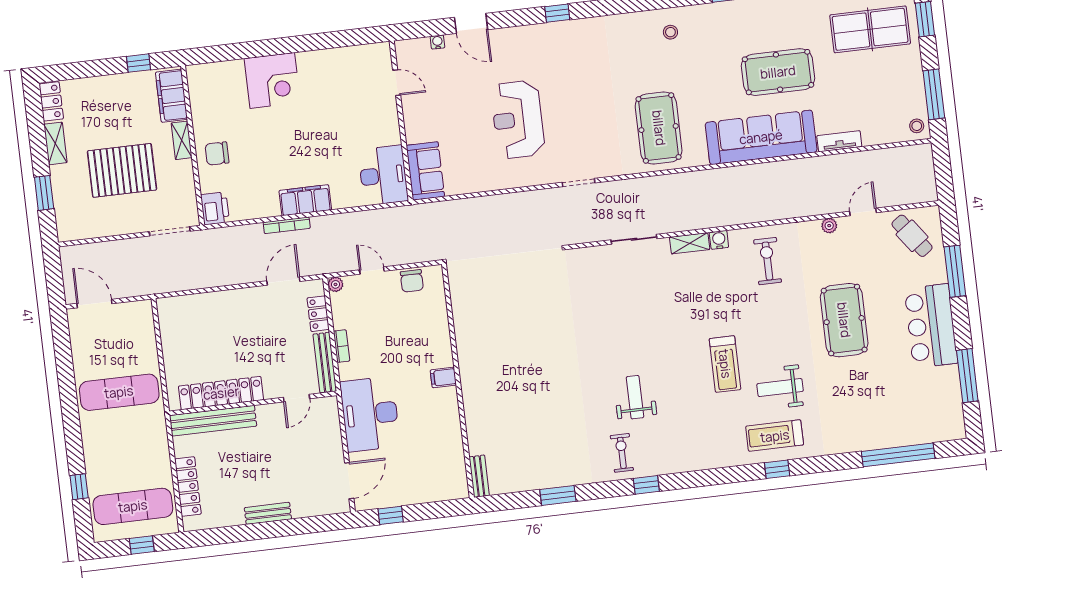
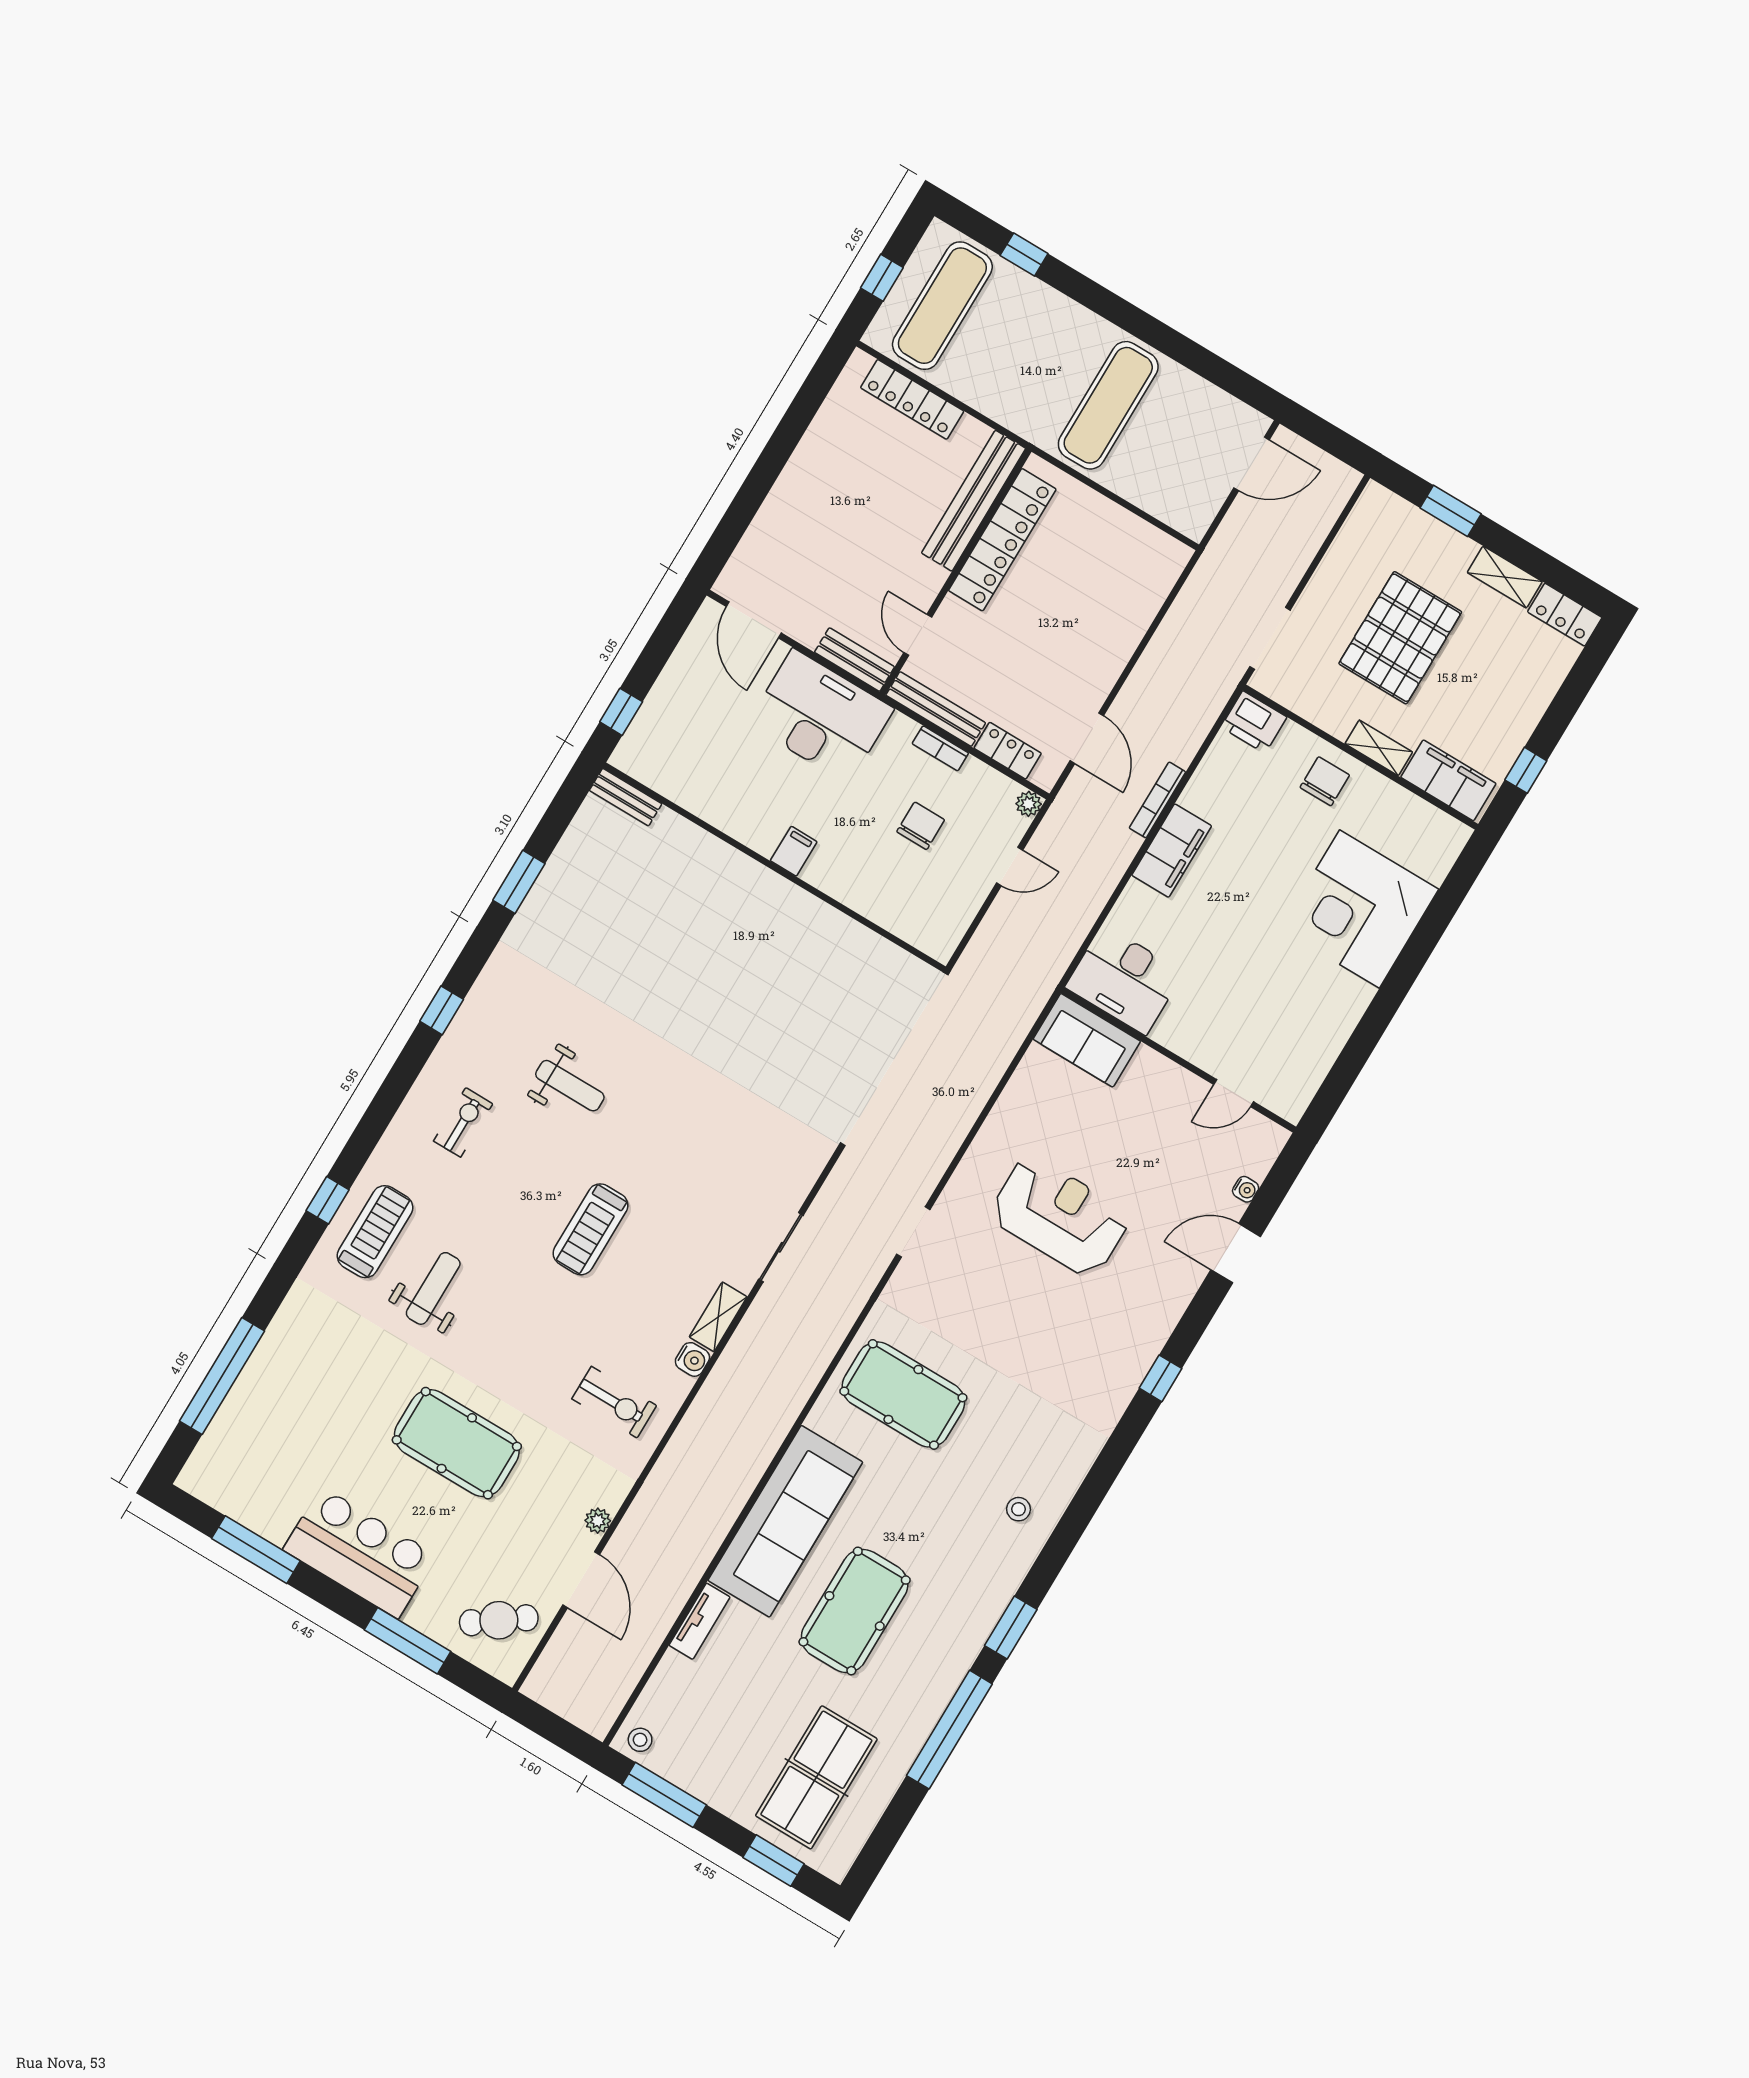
corner desk: (272, 81) -> (1359, 909), width x1.36, depth x1.36
door: (863, 212) -> (581, 1580), width x1.38
chair: (412, 281) -> (921, 826), moved, turned 90
treadmill: (725, 364) -> (591, 1229), moved, turned -90
exercise bike: (622, 453) -> (463, 1122), moved, turned -90
bench: (268, 513) -> (854, 660), moved, turned 90
window: (391, 515) -> (621, 712), moved

